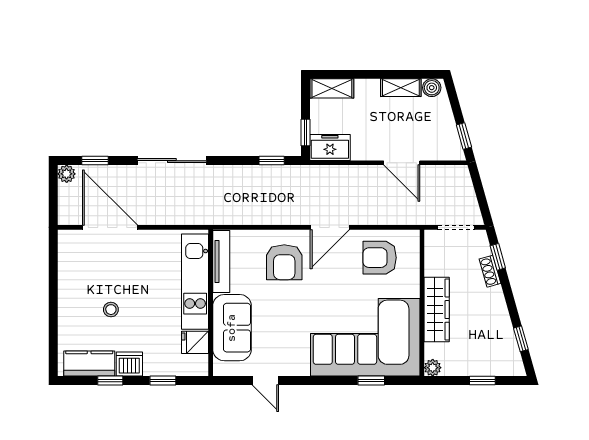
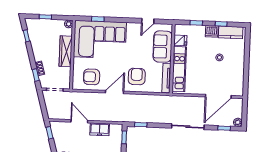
freezer: (330, 147) -> (100, 129), moved
door: (110, 227) -> (218, 96), hinge flipped
armchair: (380, 258) -> (92, 77), turned 180
door: (265, 380) -> (148, 21), swing flipped

